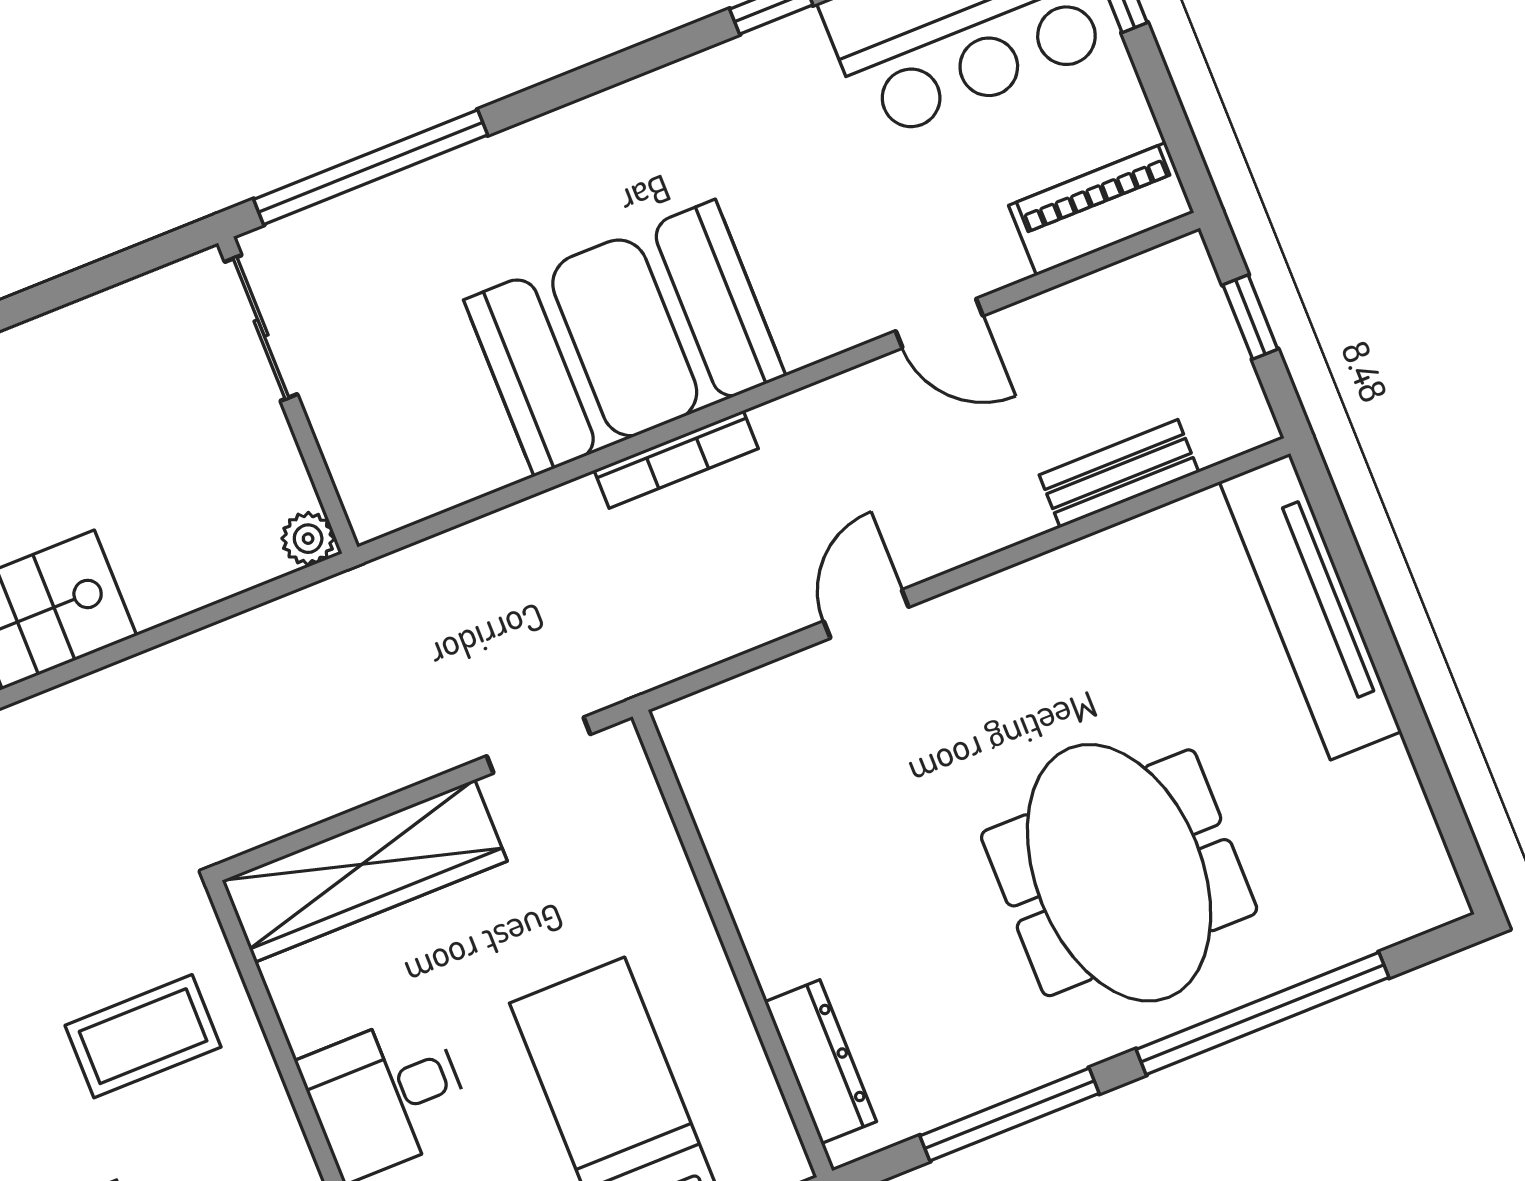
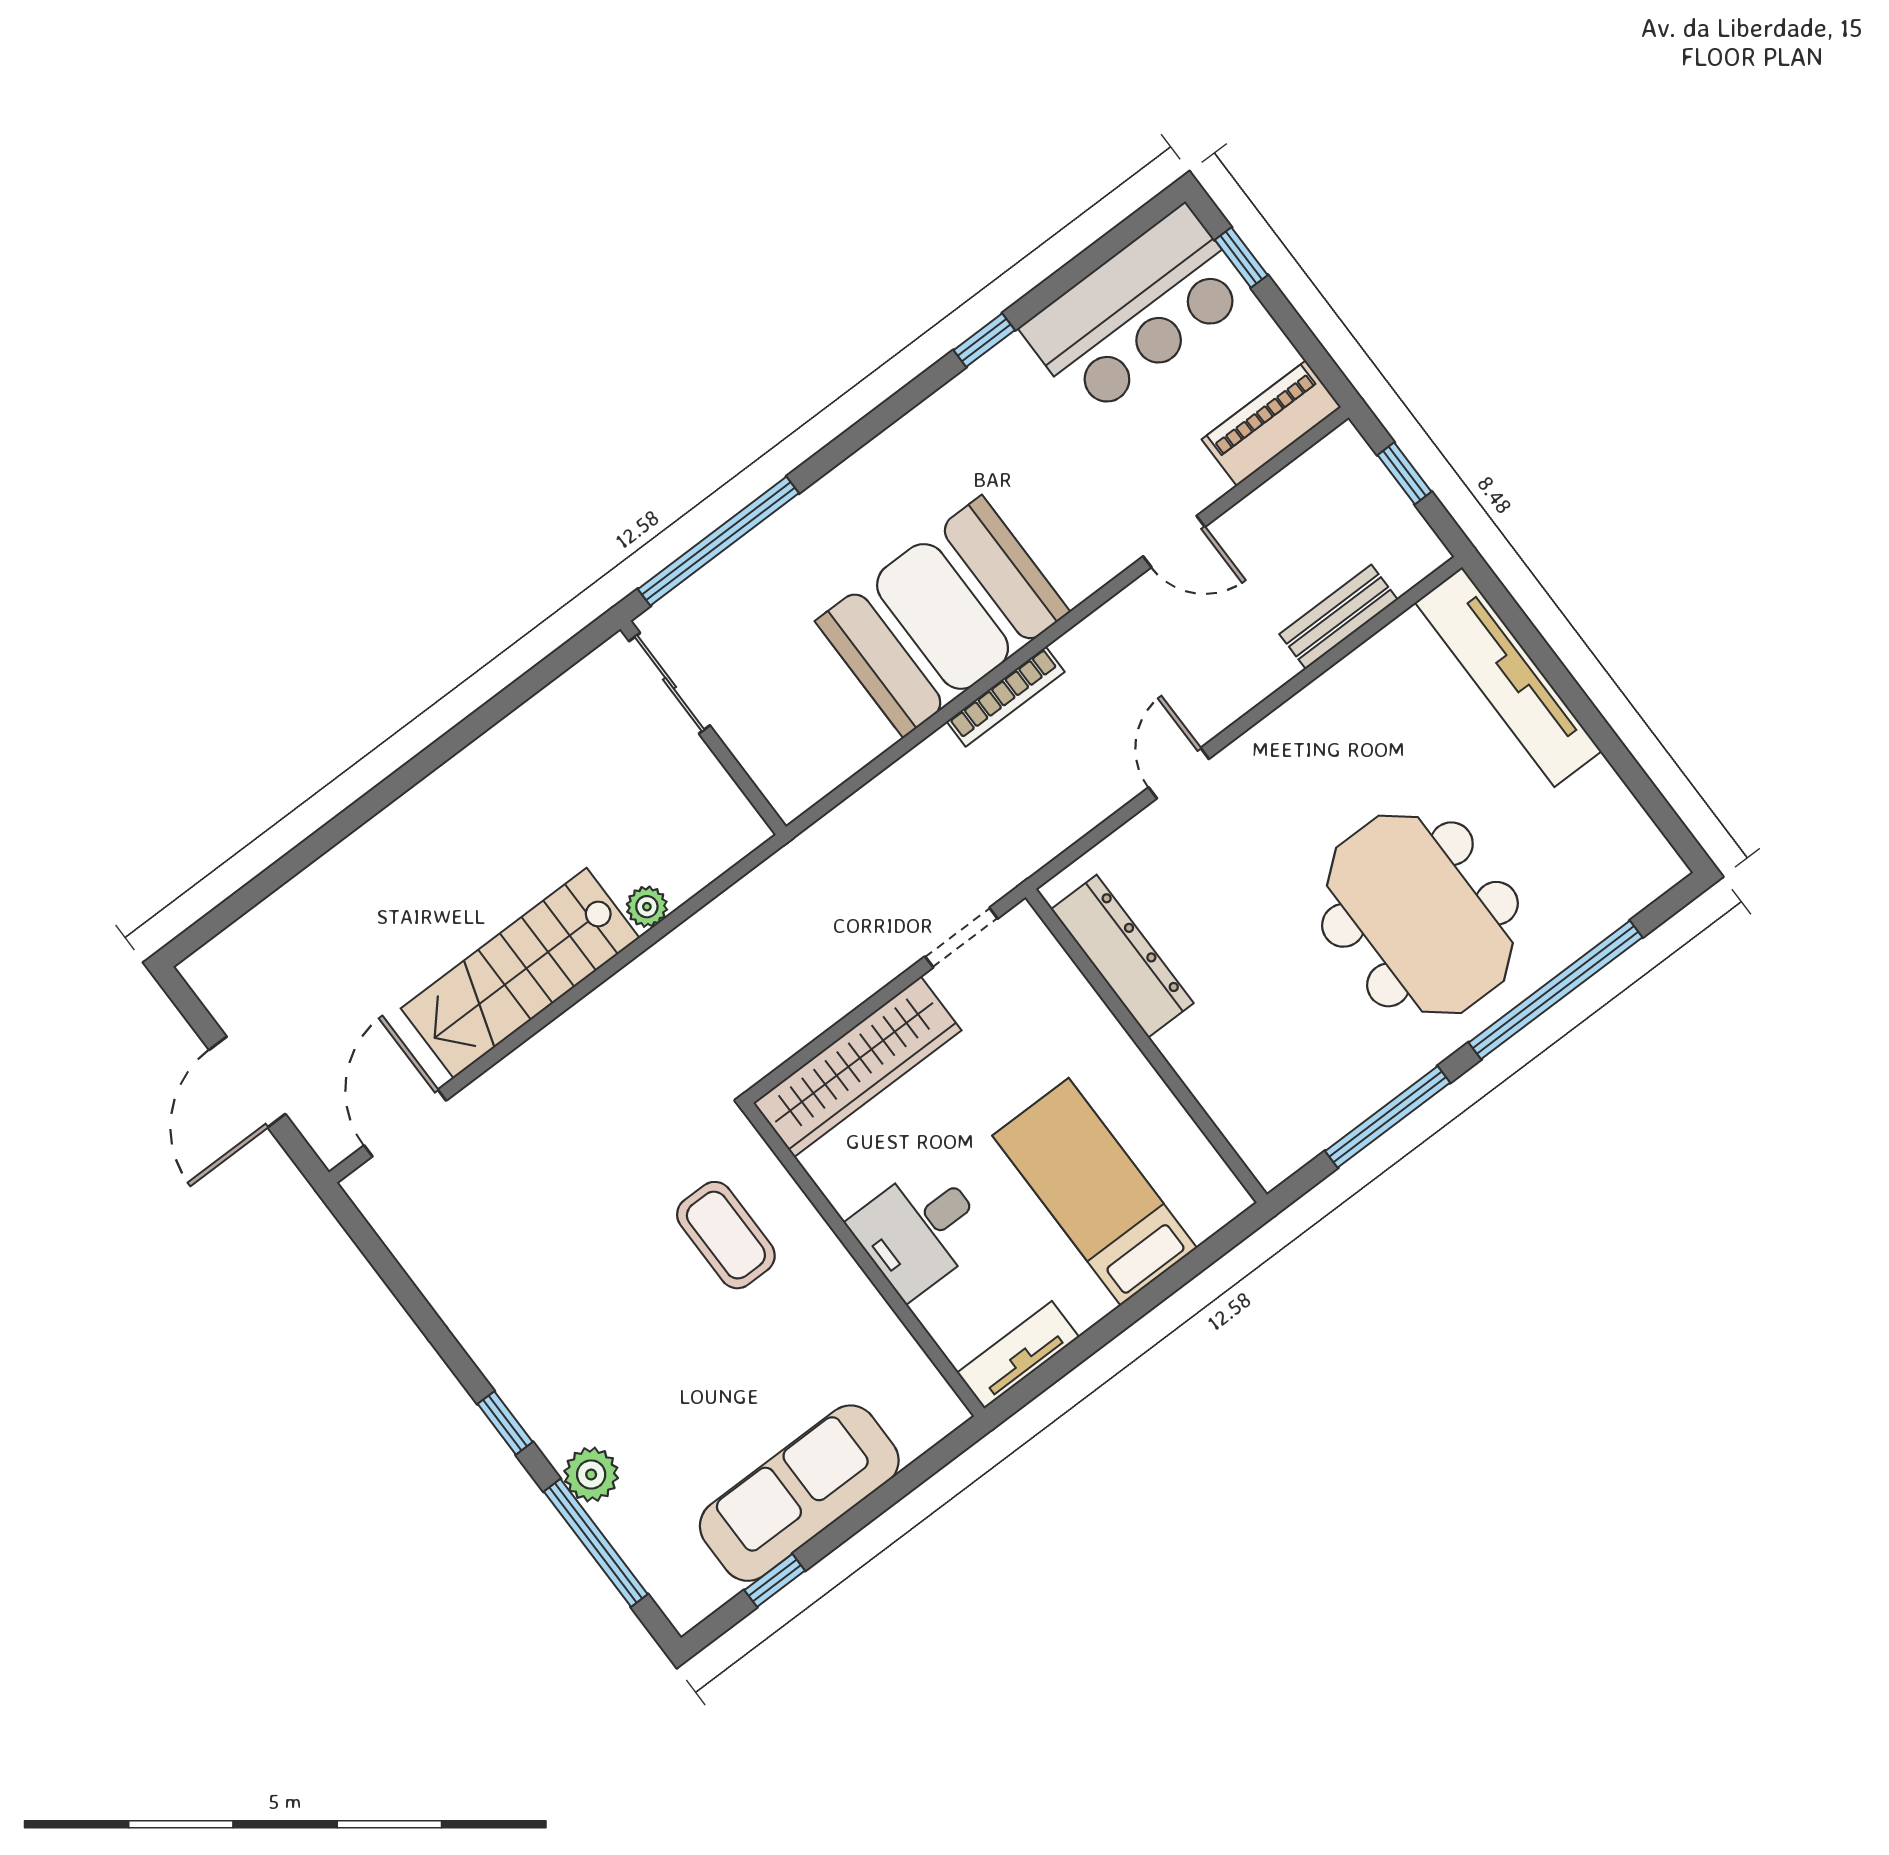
plant: (308, 539) -> (647, 907), moved
coffee table: (143, 1036) -> (726, 1235), turned 90
dresser: (821, 1062) -> (1122, 956), moved, width x1.37, depth x1.24

